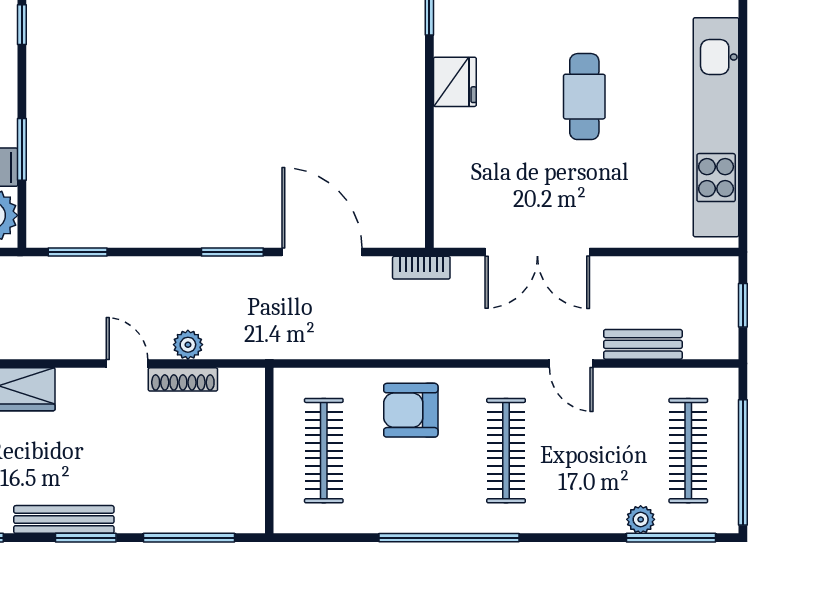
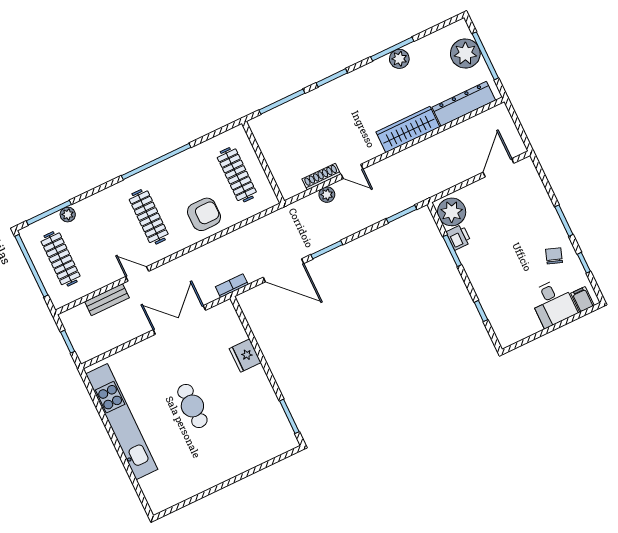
fridge: (455, 82) -> (245, 356), moved
bench: (64, 519) -> (347, 82), removed

